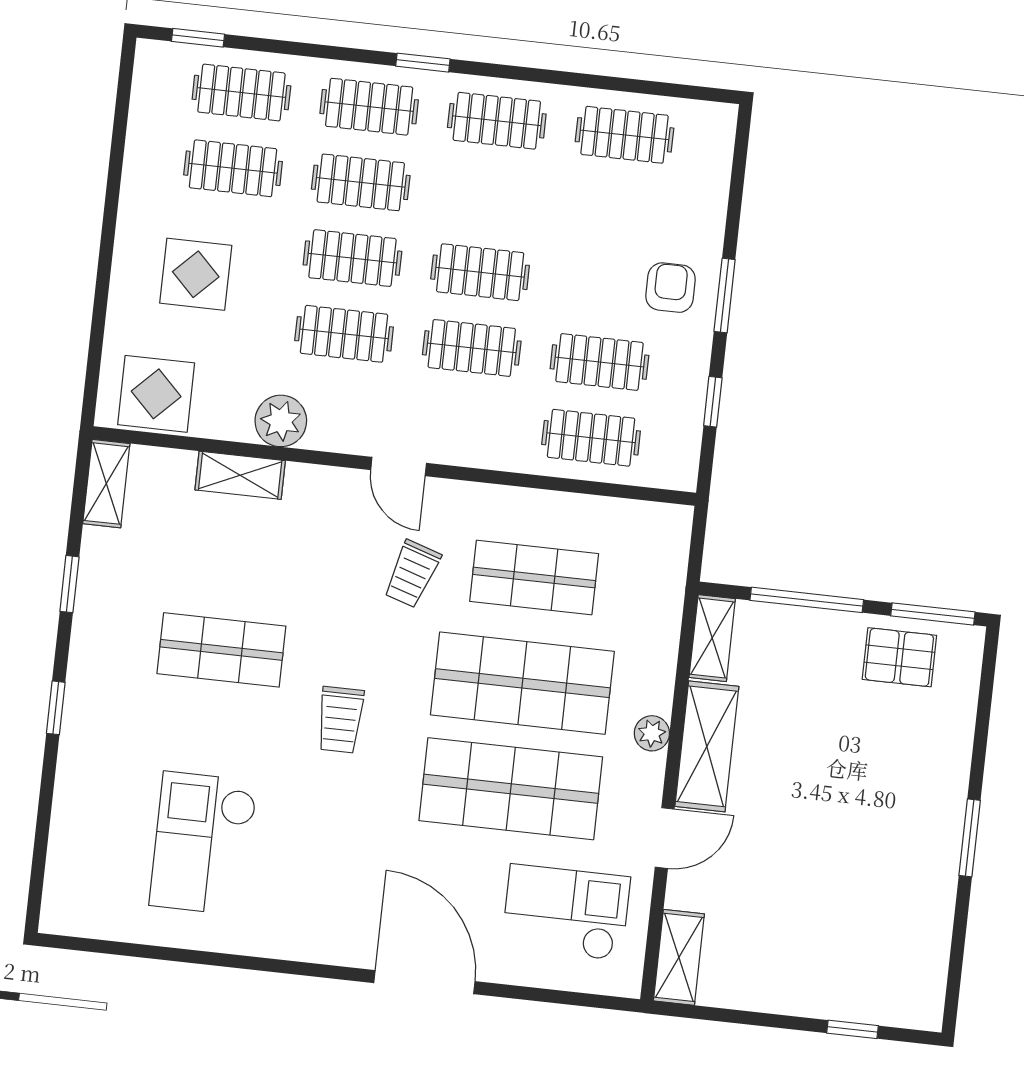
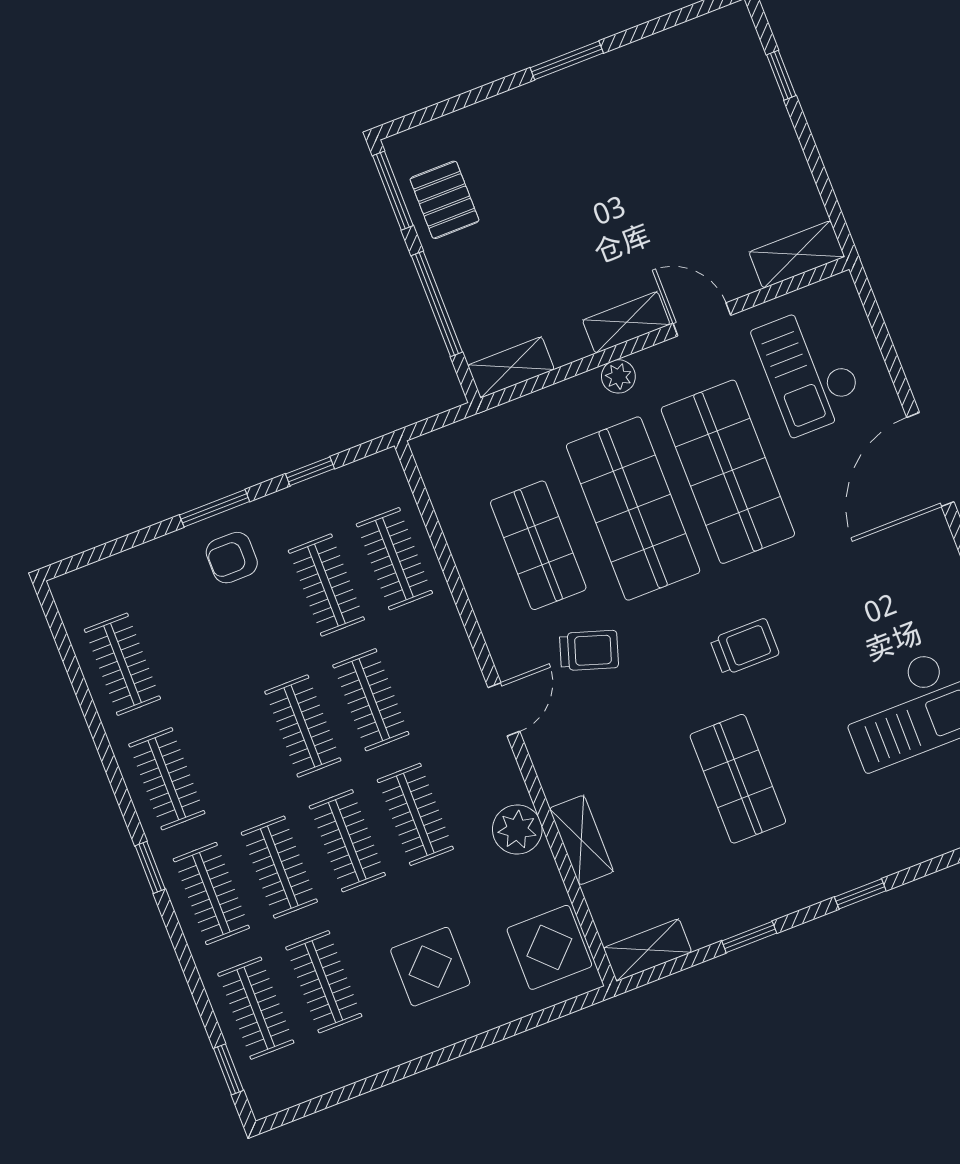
shelving: (707, 746) -> (626, 322), width x0.67, depth x0.75

